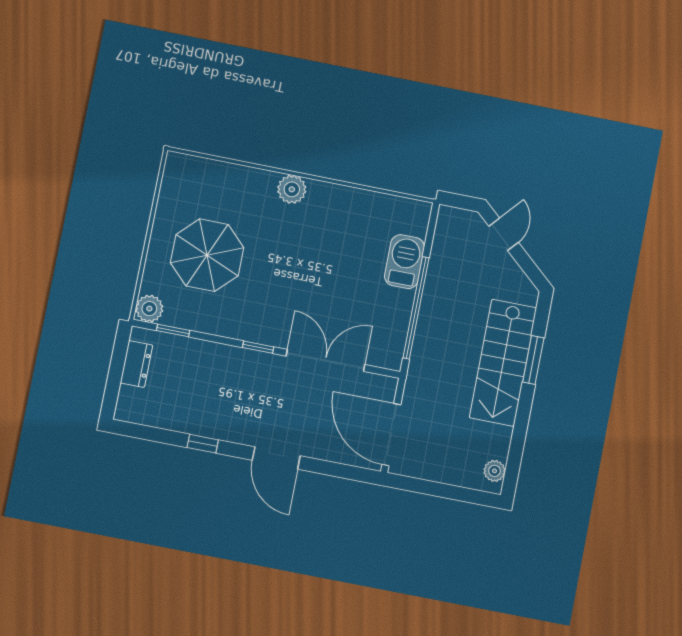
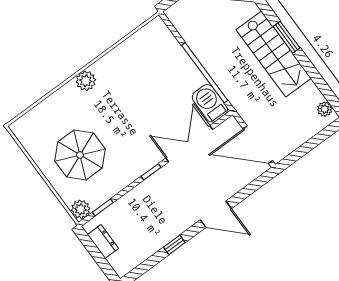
barbecue: (404, 262) -> (210, 103), moved

